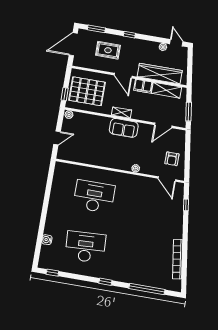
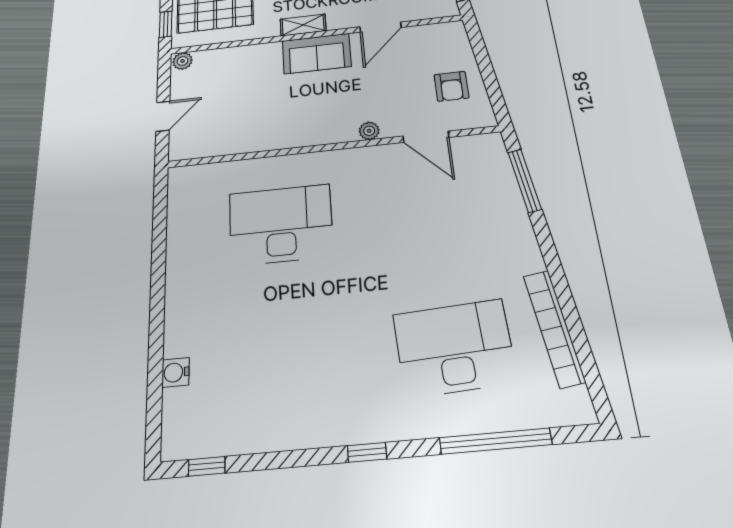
door: (163, 125) -> (380, 27), moved
door: (167, 179) -> (426, 137), moved
window: (186, 205) -> (525, 181), width x2.17
desk: (85, 247) -> (454, 348), moved

